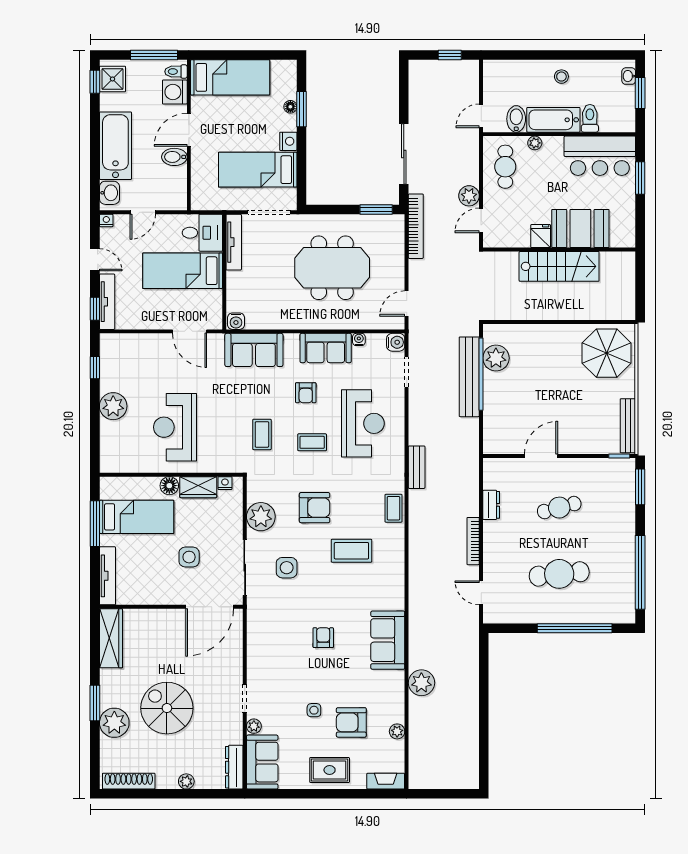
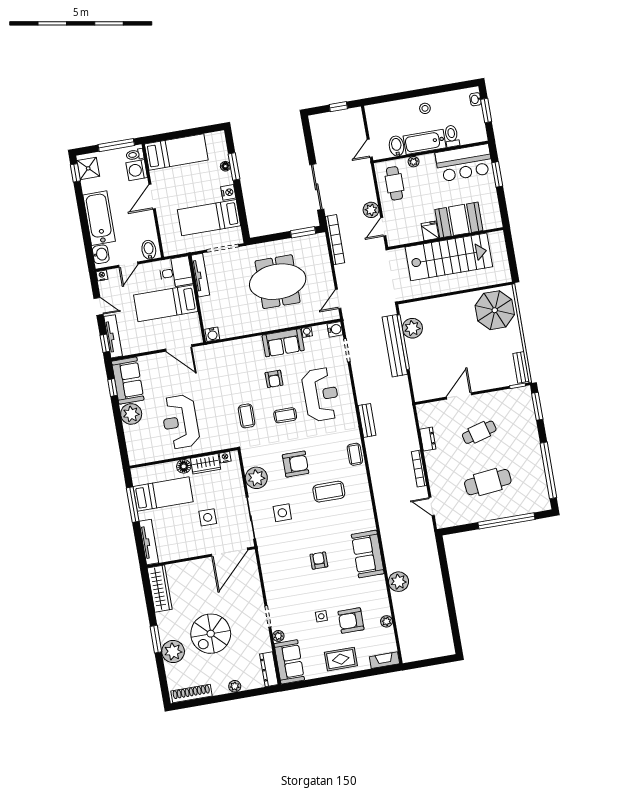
bidet: (174, 157) -> (149, 250), moved, turned 90
stairs: (559, 266) -> (449, 257), width x1.36, depth x1.51
sofa: (254, 350) -> (128, 381), moved, turned -90
bench: (628, 426) -> (521, 367), width x0.73
spiral stairs: (167, 708) -> (211, 634), turned -90

